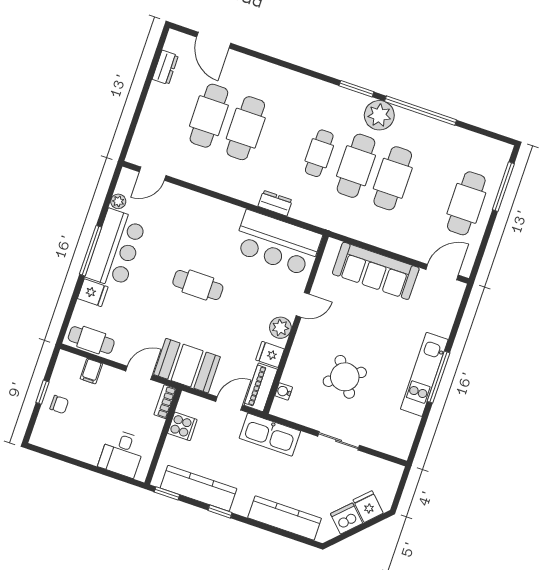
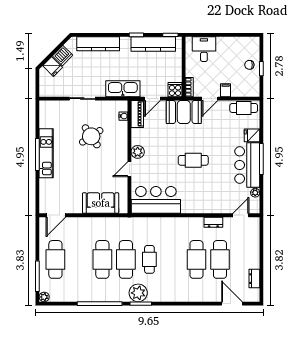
plant: (379, 115) -> (138, 293), moved
plant: (504, 151) -> (44, 297), added
dresser: (275, 203) -> (213, 222), moved
sofa: (376, 271) -> (101, 203), width x0.73
fridge: (270, 354) -> (138, 135), removed
filing cabinet: (91, 371) -> (226, 90), moved
cooker: (182, 426) -> (175, 90), moved, turned 90

